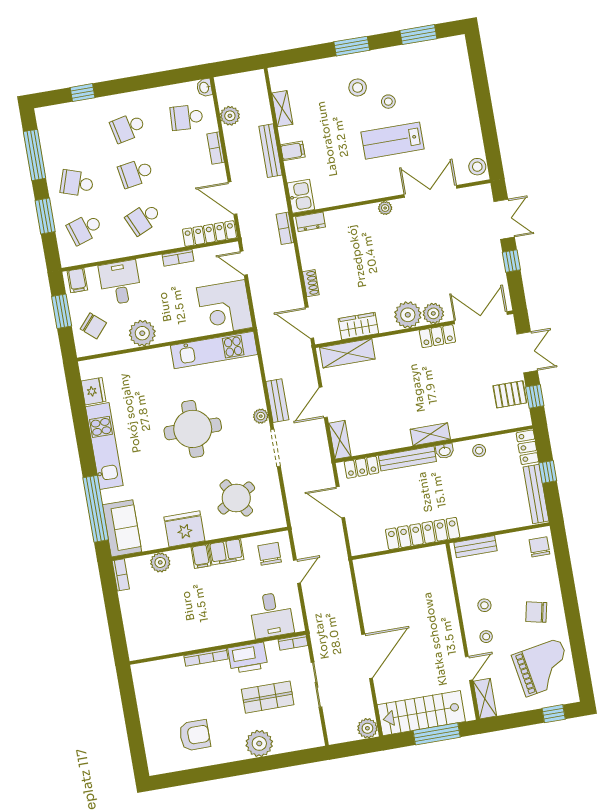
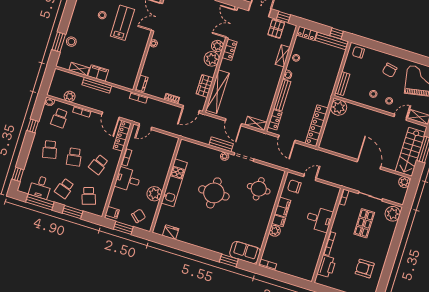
window: (352, 46) -> (59, 42), moved
window: (152, 81) -> (33, 126), added
stool: (358, 87) -> (71, 42), moved
window: (83, 93) -> (18, 174), moved
lab bench: (393, 141) -> (122, 23), turned 180
desk: (59, 143) -> (40, 187), added
filing cabinet: (293, 151) -> (98, 73), width x2.00
kitchen sink: (301, 196) -> (127, 82), removed
door: (232, 198) -> (111, 116), hinge flipped
school desk: (144, 219) -> (98, 164), turned 45
desk: (120, 283) -> (128, 180), moved
corner desk: (225, 308) -> (162, 147), removed
kitchen unit: (214, 350) -> (174, 183), moved
shelving: (347, 353) -> (217, 92), width x1.47
shelving: (430, 434) -> (283, 56), moved
kitchen unit: (104, 446) -> (200, 241), removed
window: (548, 472) -> (337, 33), moved
round table: (236, 498) -> (259, 189), turned 30
door: (340, 502) -> (287, 139), hinge flipped
window: (96, 509) -> (229, 260), width x0.47
fridge: (184, 529) -> (261, 222), removed
locker: (423, 533) -> (317, 126), moved
plant: (434, 560) -> (339, 107), added
plant: (160, 562) -> (275, 231), moved
door: (297, 571) -> (310, 177), hinge flipped
desk: (271, 615) -> (319, 219), moved
printer: (248, 658) -> (327, 266), moved
door: (469, 668) -> (400, 117), hinge flipped
armchair: (195, 735) -> (365, 269), turned -90
plant: (259, 743) -> (393, 214), moved

